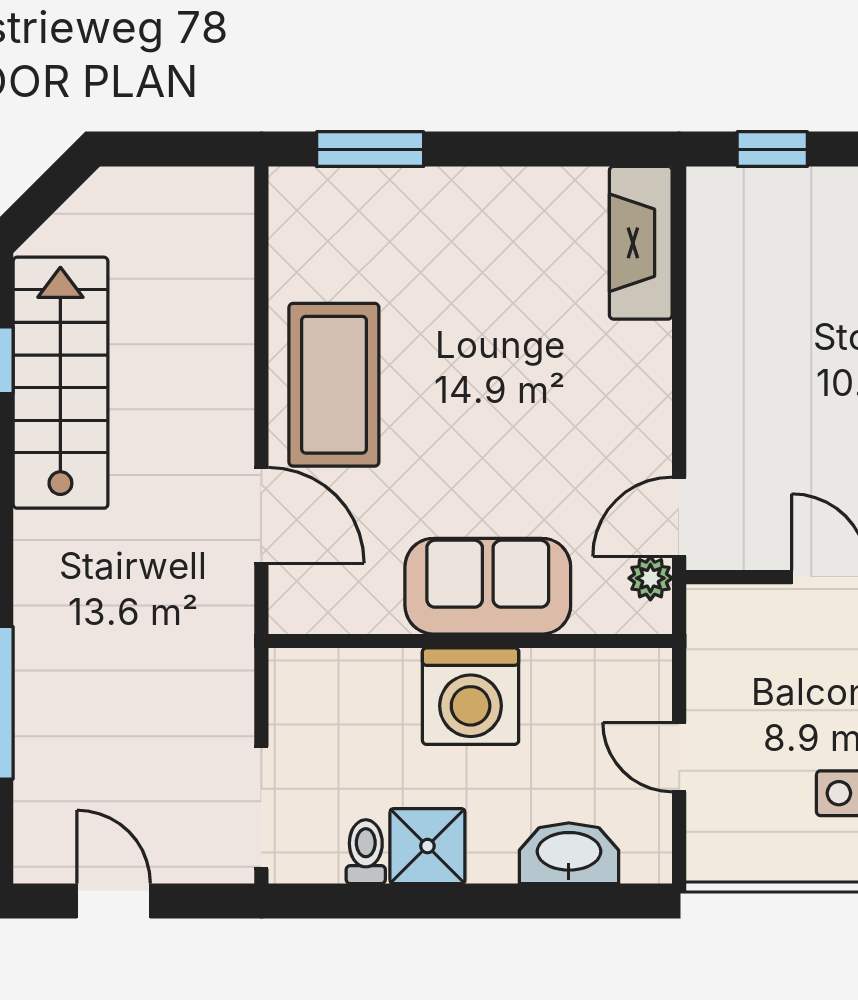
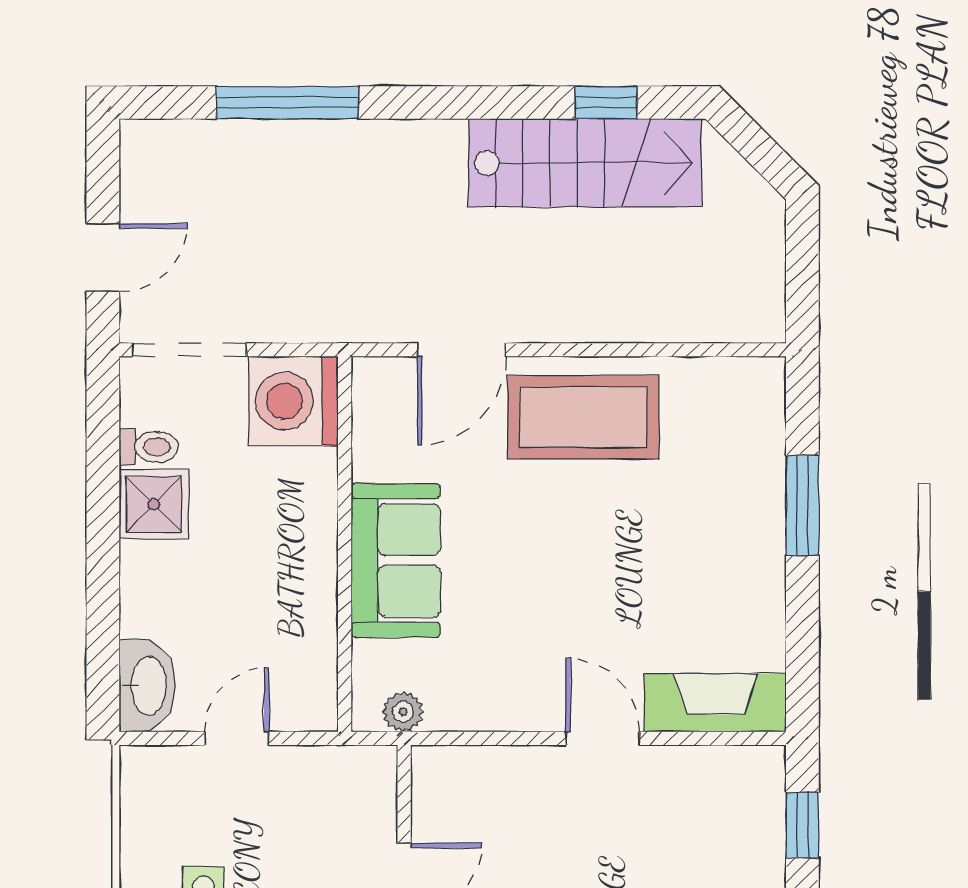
window: (370, 149) -> (802, 505), moved
door: (679, 517) -> (603, 738), moved
washing machine: (471, 696) -> (293, 401), moved
washbasin: (569, 853) -> (147, 686), moved
door: (114, 901) -> (103, 257), moved

